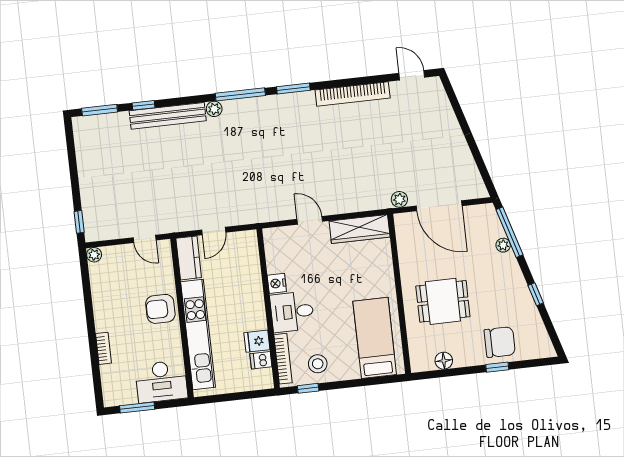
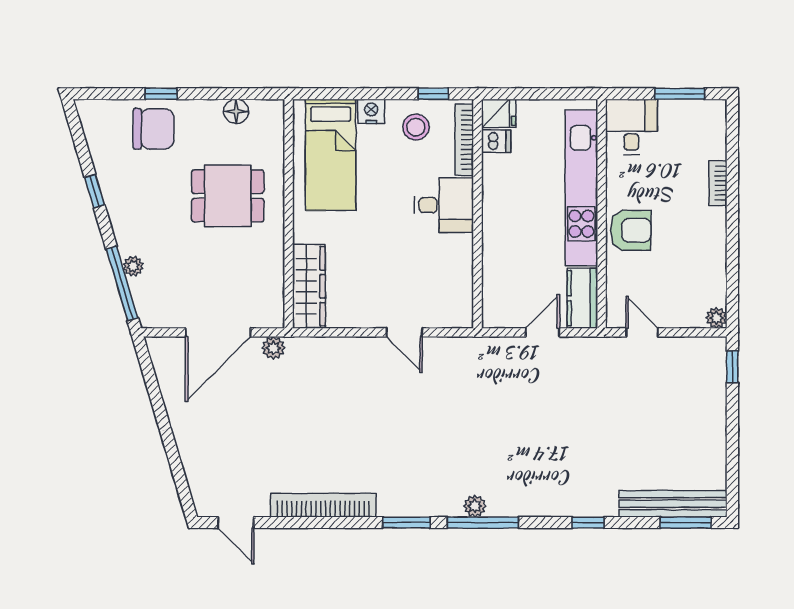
window: (144, 105) -> (588, 523), moved
plant: (214, 109) -> (475, 506), moved
bench: (168, 116) -> (673, 504), moved
door: (439, 206) -> (218, 332), swing flipped
wardrobe: (360, 229) -> (309, 286), moved, turned 90
nightstand: (277, 283) -> (371, 111), moved, turned -90
fridge: (257, 341) -> (499, 113), moved
chair: (500, 342) -> (154, 129), turned 180
desk: (161, 381) -> (631, 127), width x0.73

